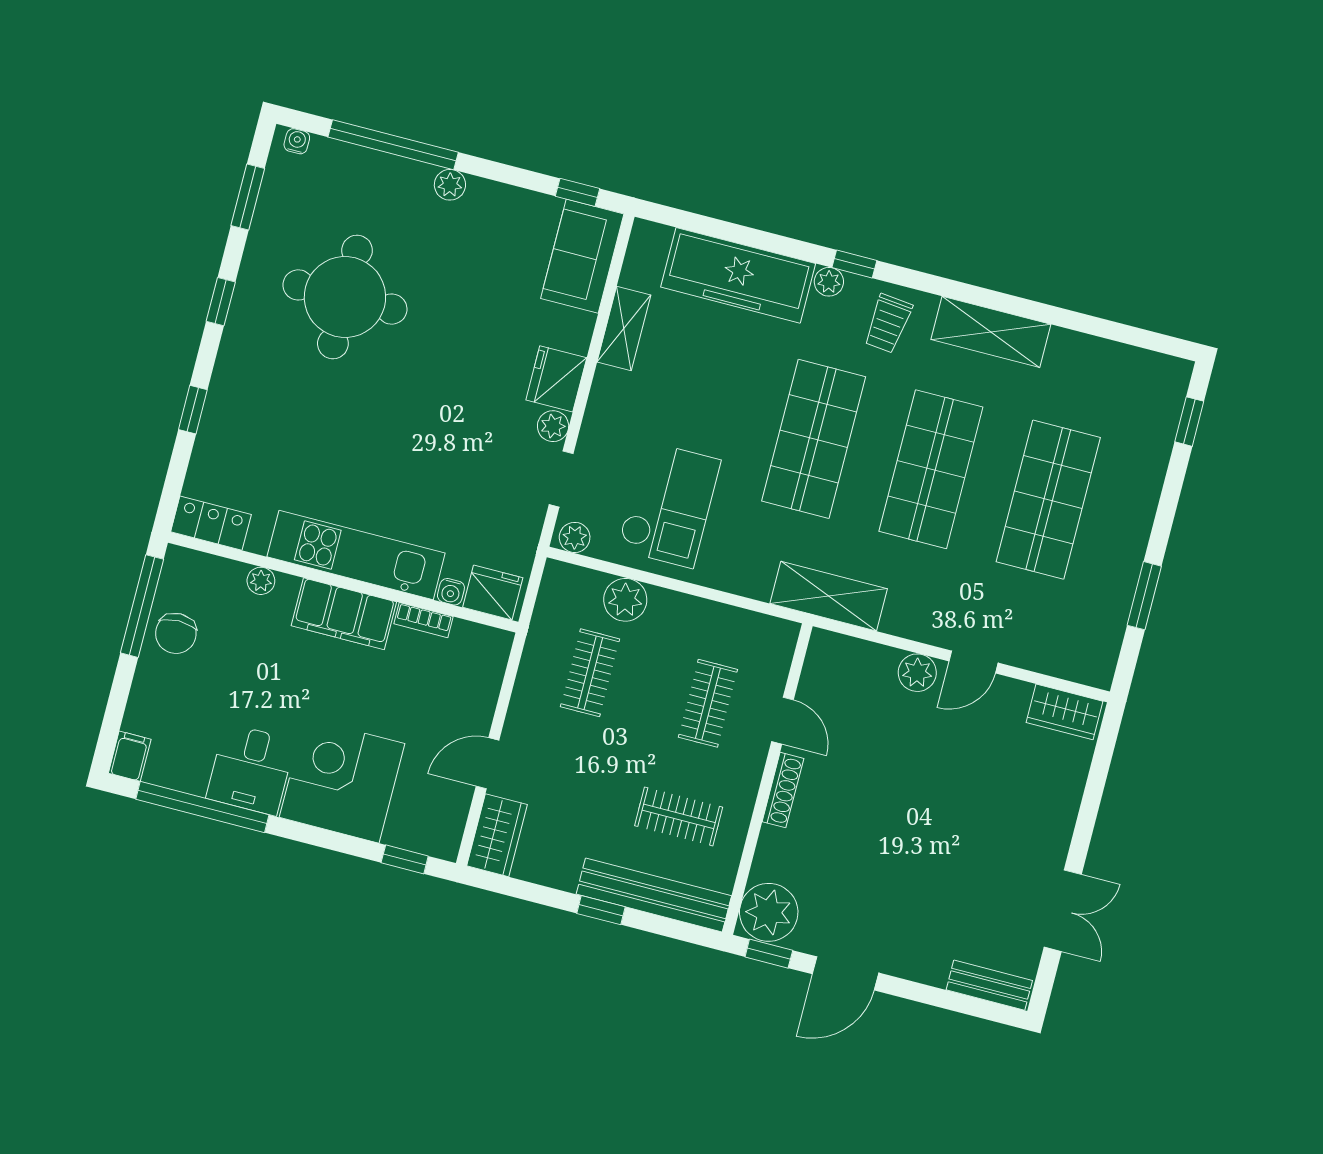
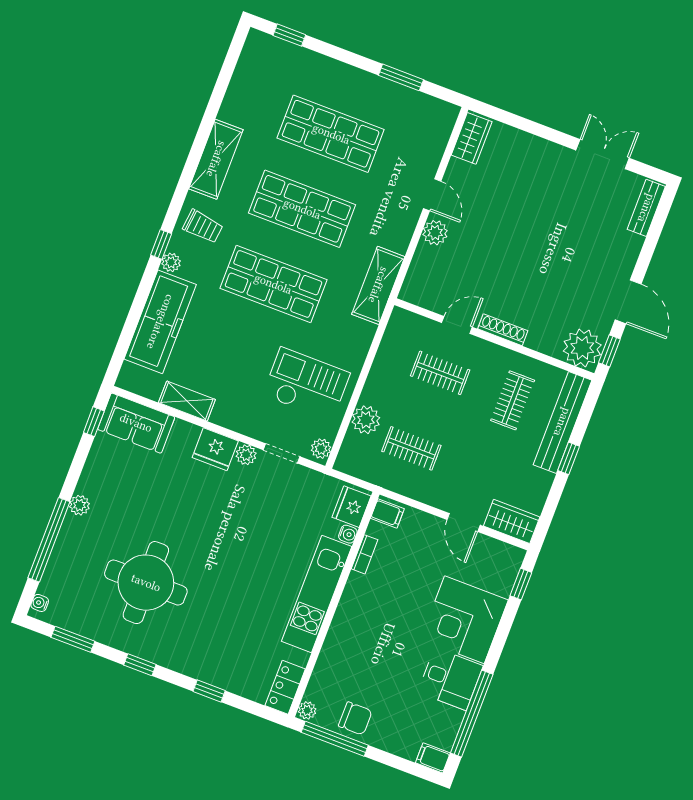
plant: (261, 581) -> (307, 710), moved
filing cabinet: (344, 614) -> (387, 513), moved, width x0.33, depth x0.86

